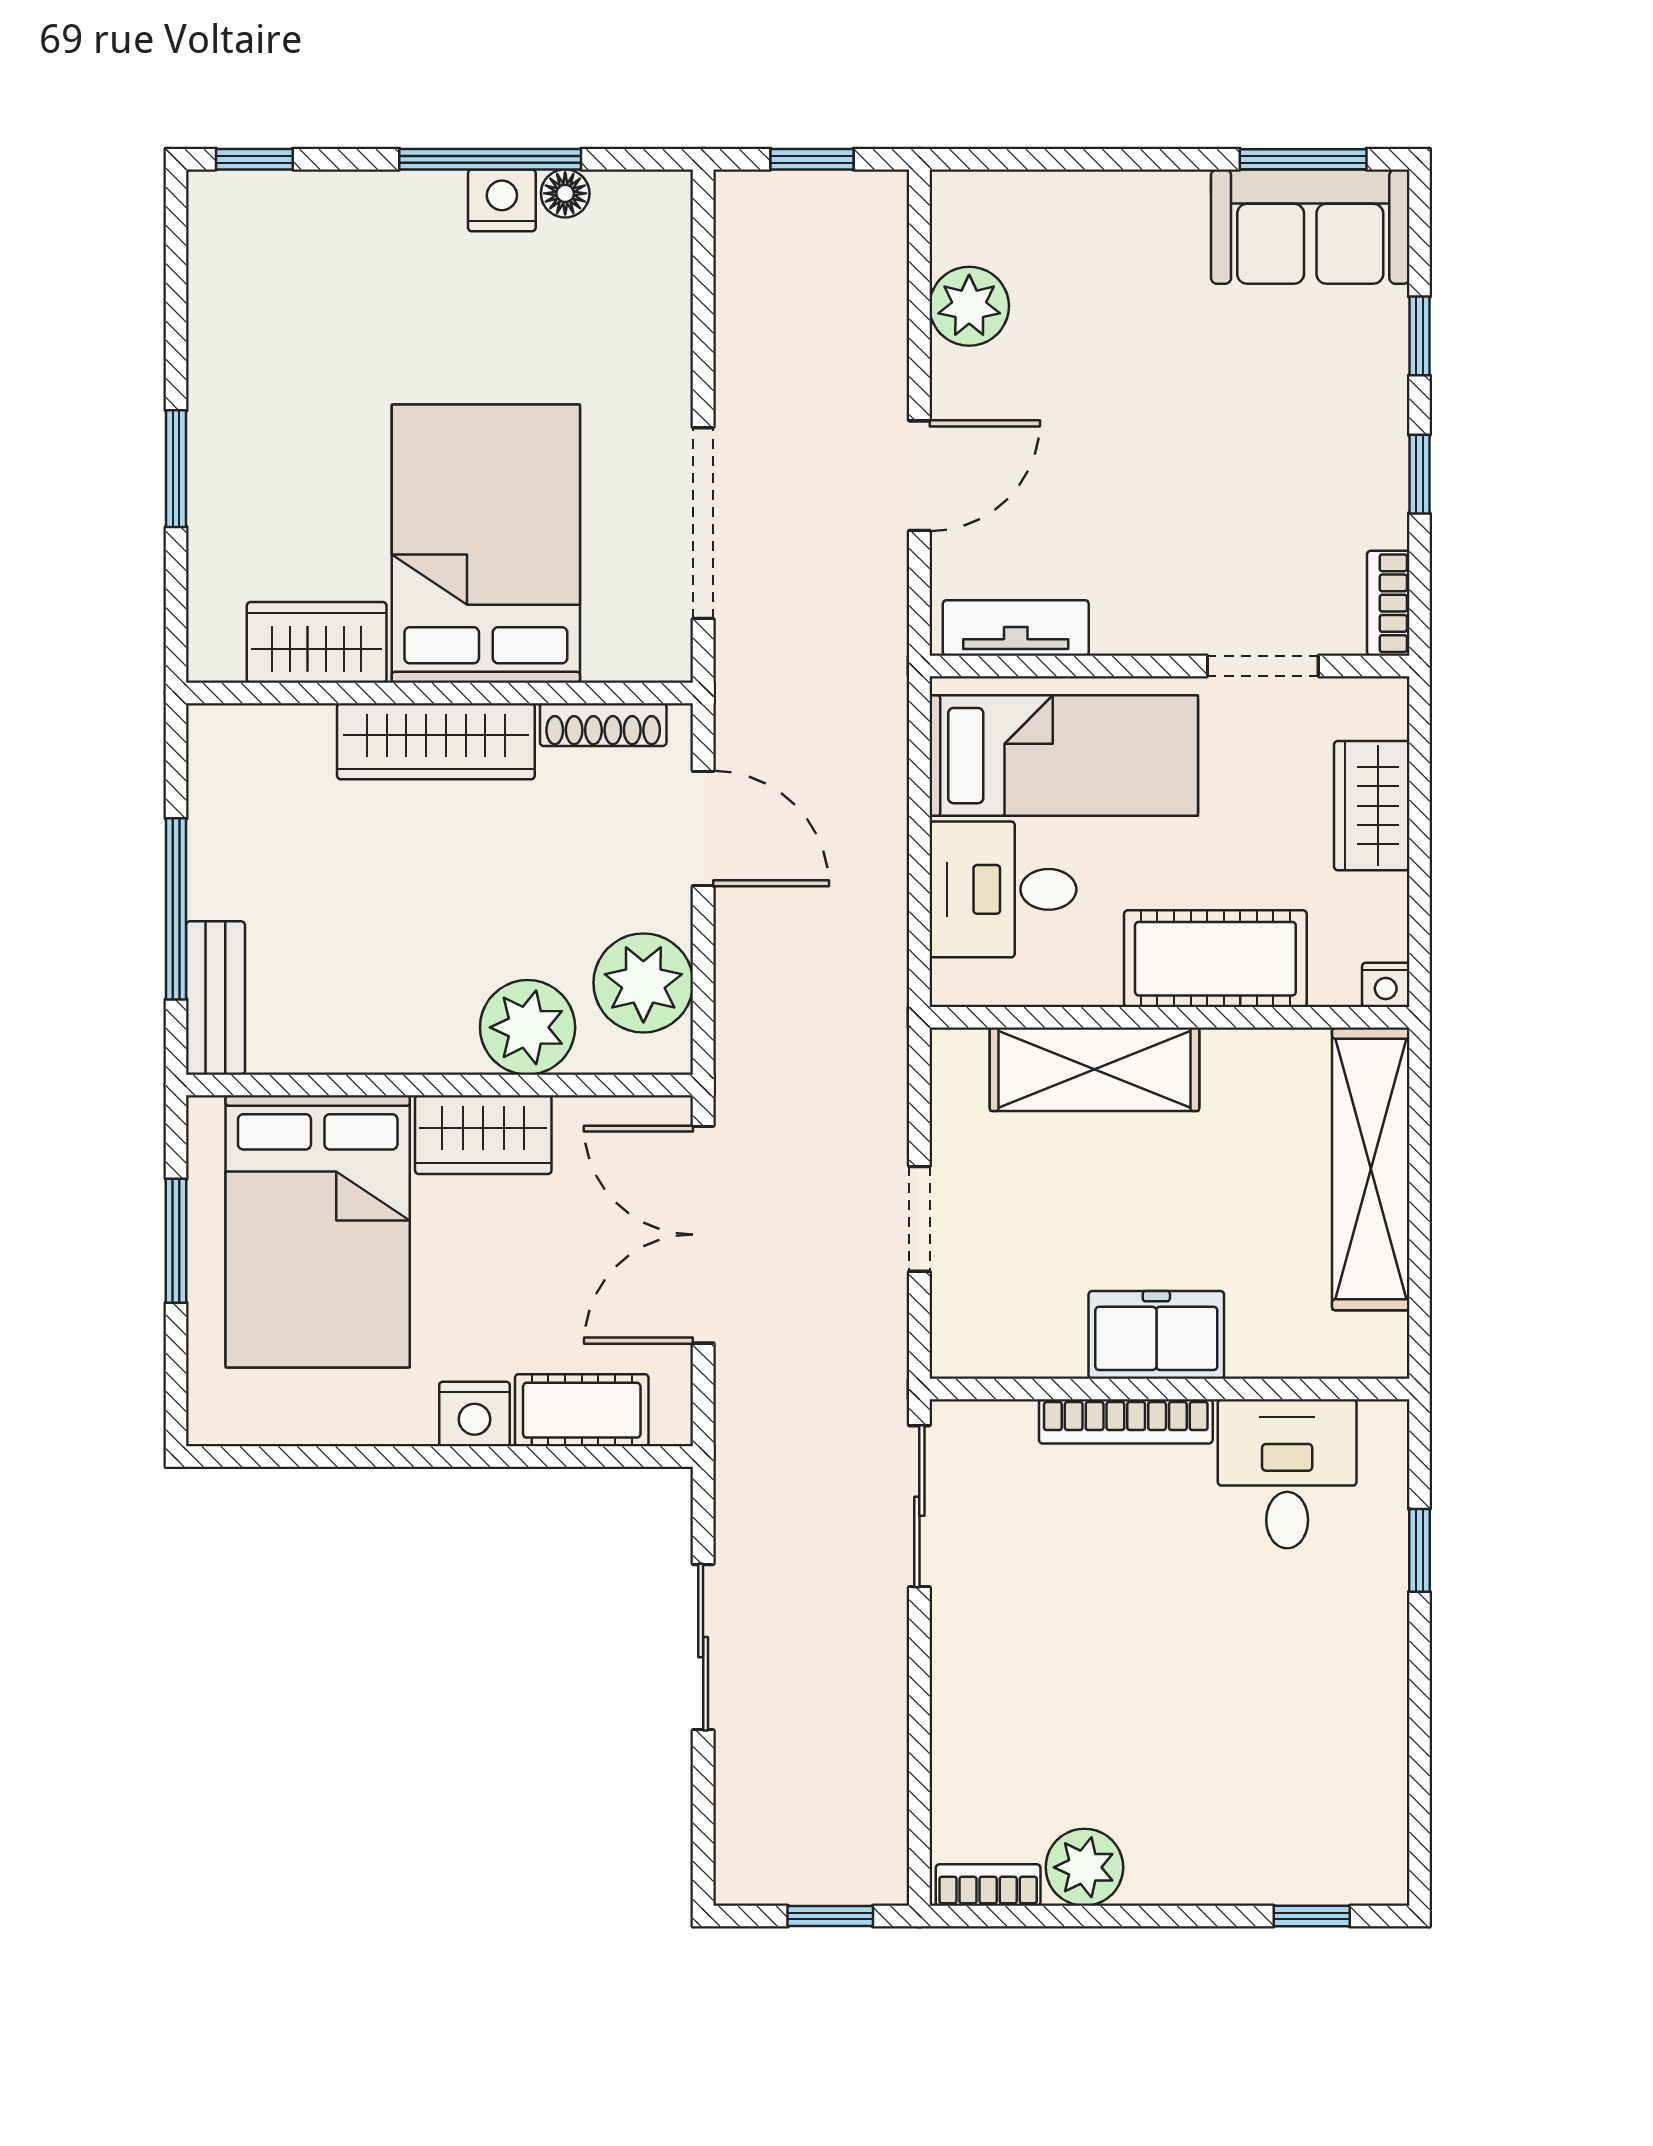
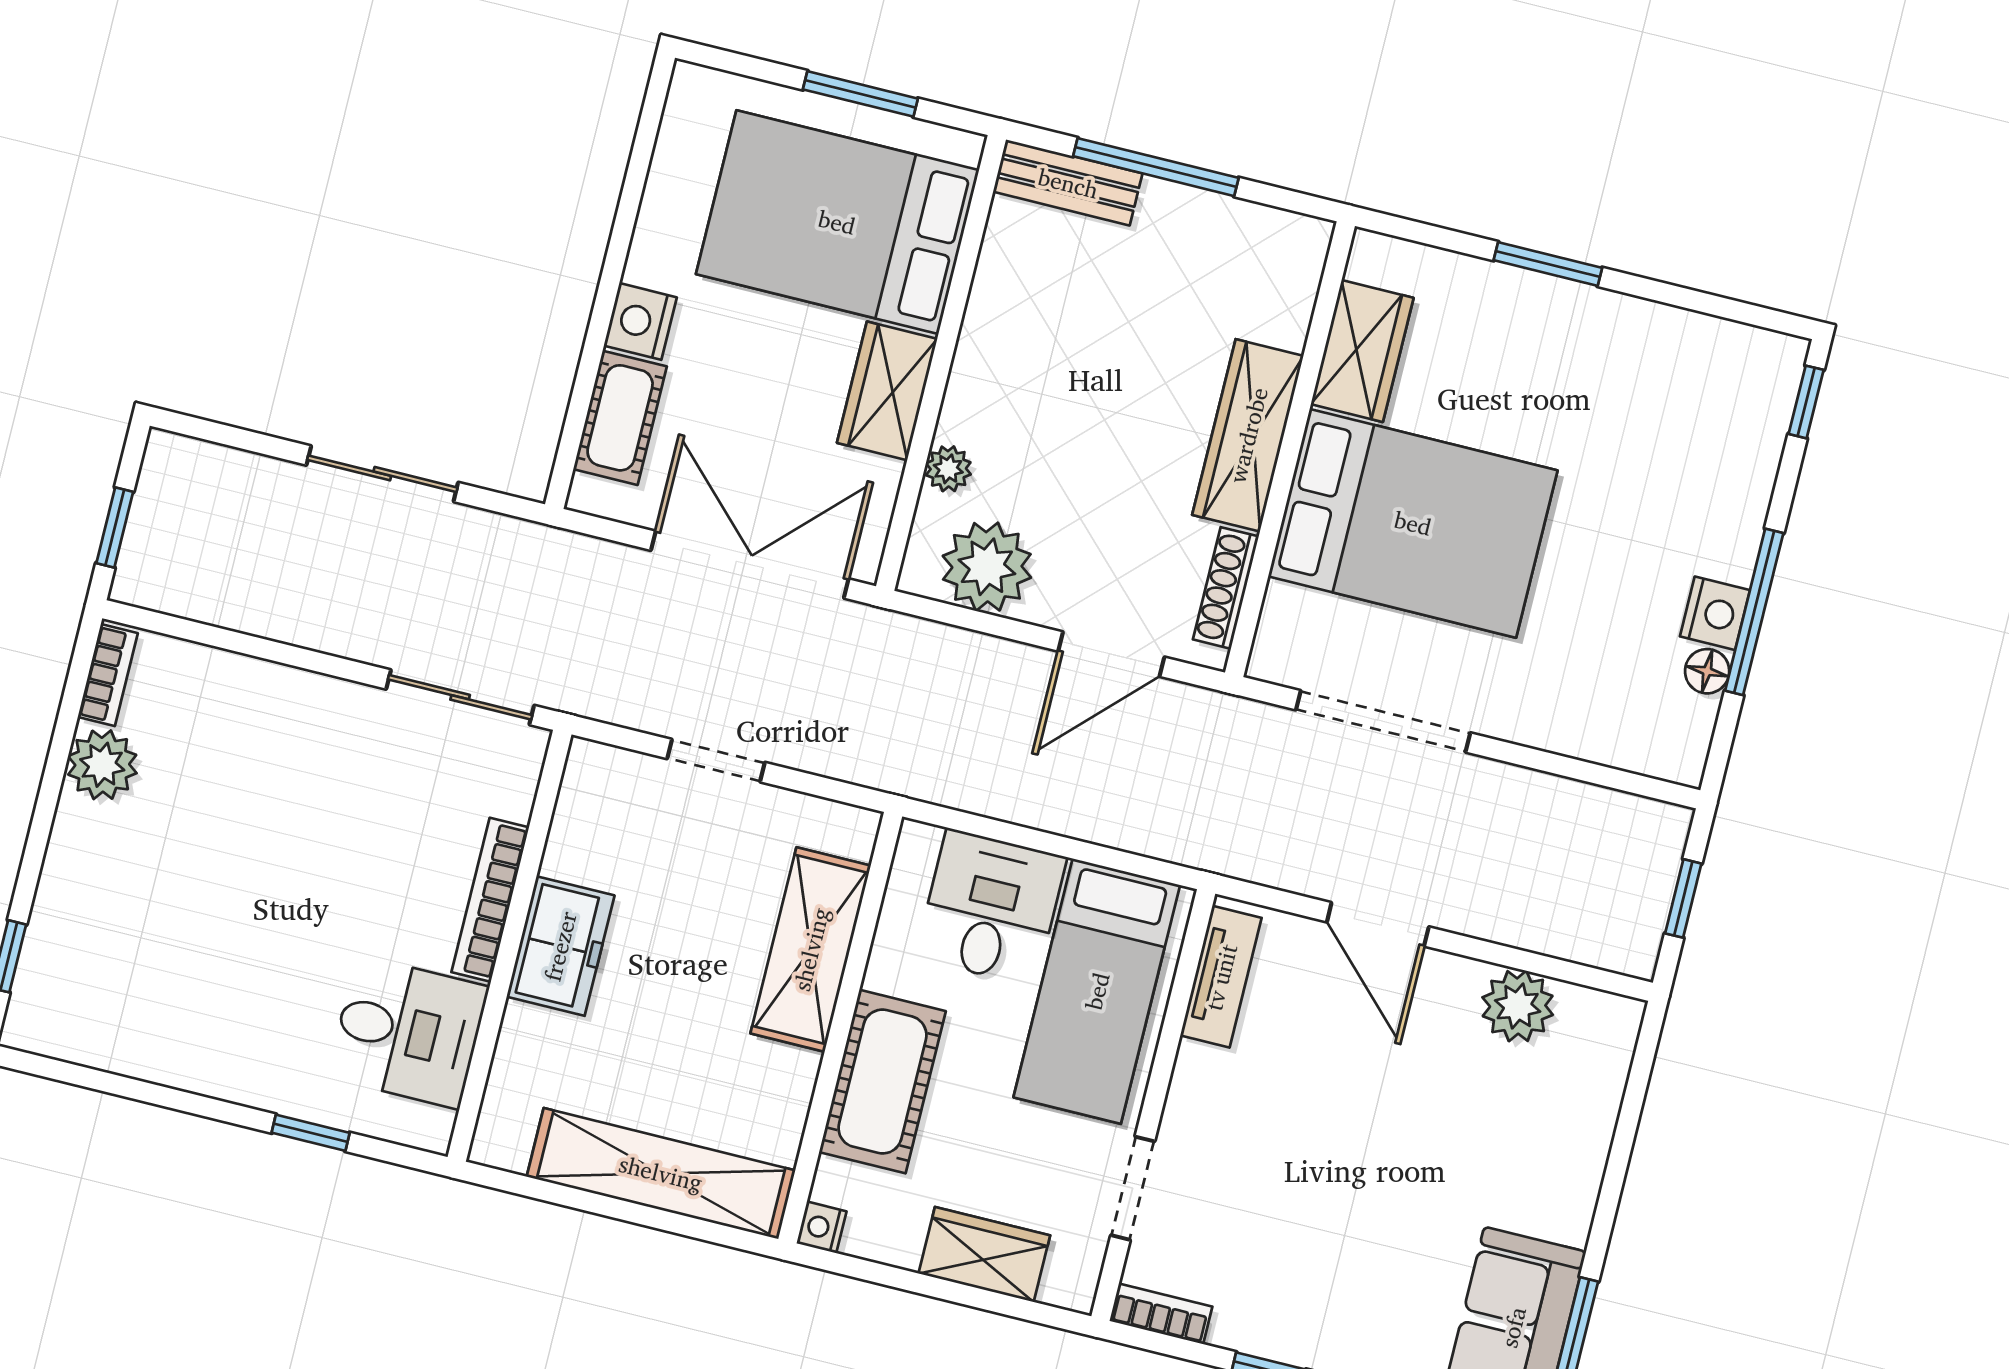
plant: (528, 1027) -> (948, 469), width x0.53, depth x0.53

